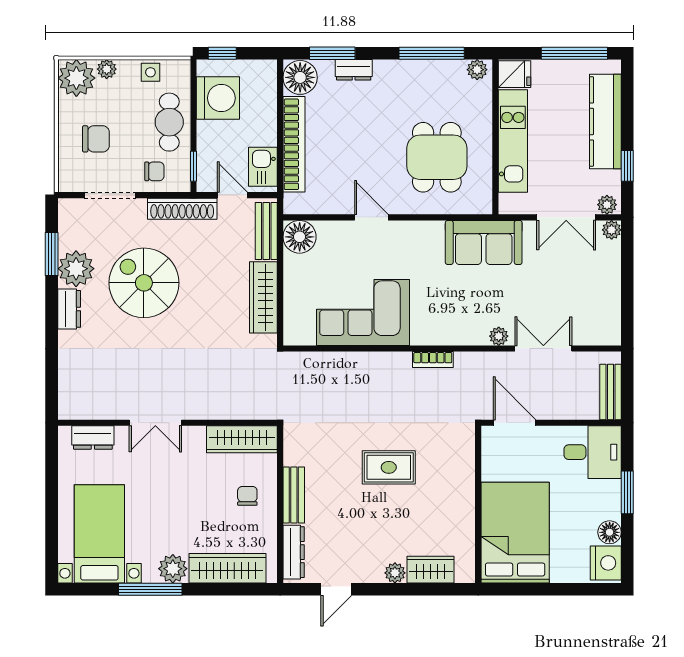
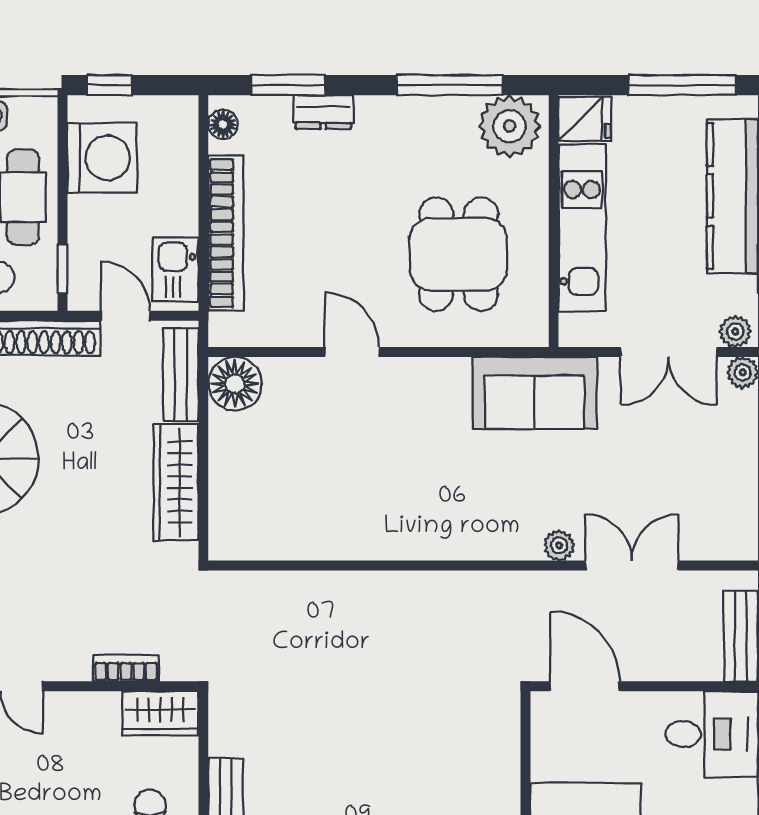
plant: (477, 70) -> (509, 126), width x1.87, depth x1.87
floor lamp: (300, 77) -> (223, 124), width x0.53, depth x0.53
corner sofa: (363, 312) -> (338, 507), removed
bookcase: (433, 360) -> (126, 668), moved, turned 180
wardrobe: (242, 439) -> (160, 713), width x0.67
rug: (389, 467) -> (380, 759), removed

